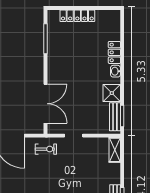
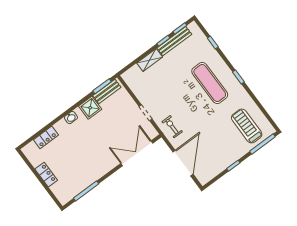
locker: (77, 16) -> (46, 175), width x0.66
locker: (114, 52) -> (46, 137), moved
shelving: (115, 150) -> (150, 60), moved

